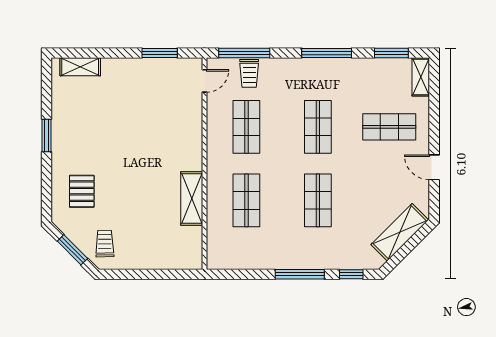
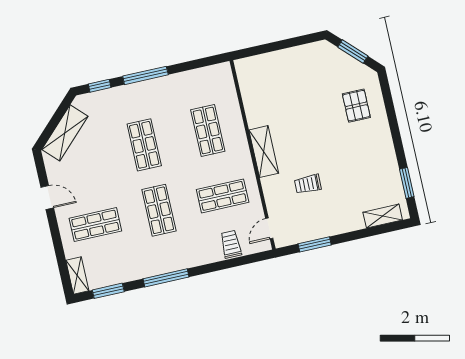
window: (244, 53) -> (239, 261), removed
shop shelf: (246, 127) -> (223, 196), turned 90
window: (47, 136) -> (407, 183), moved
shelving: (192, 199) -> (264, 152), moved
trolley: (105, 244) -> (308, 184), moved, turned 92

